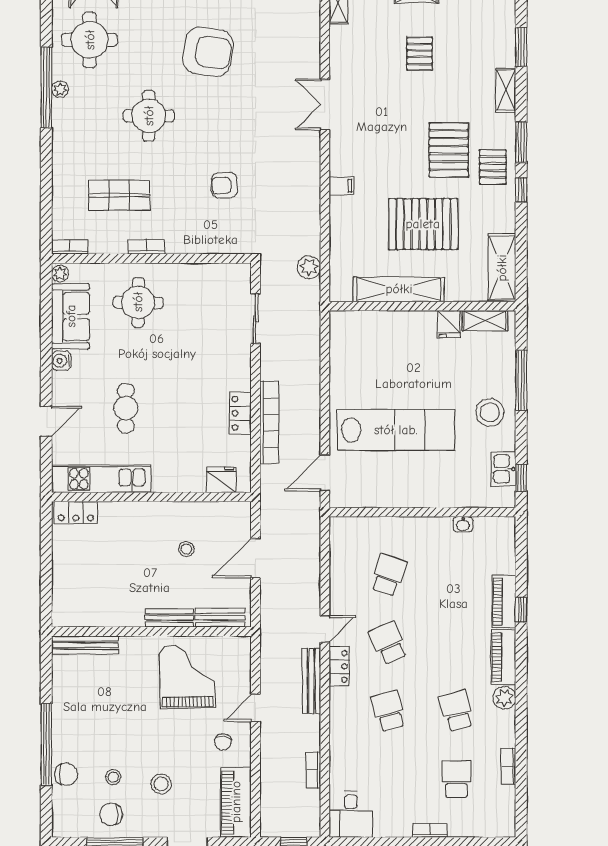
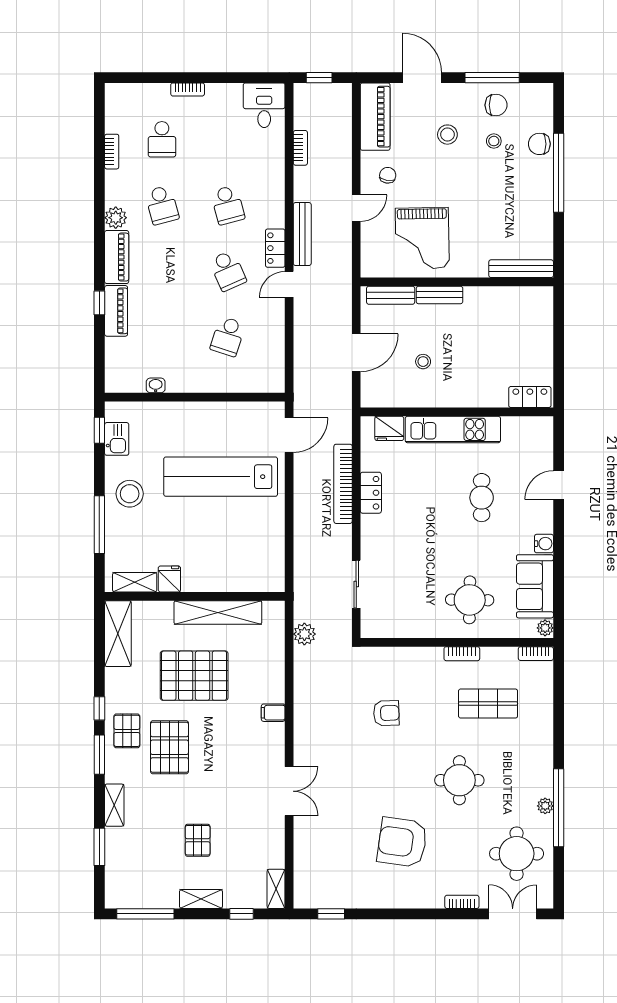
kitchen unit: (101, 479) -> (453, 429), moved

